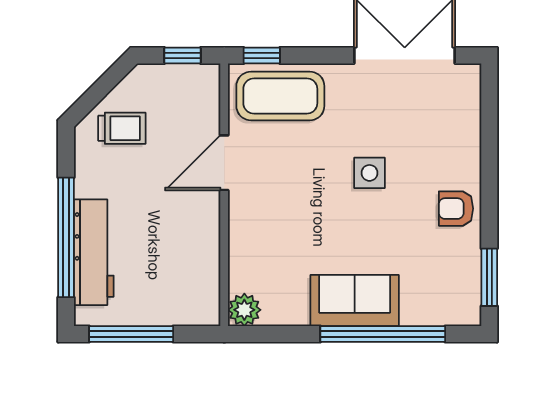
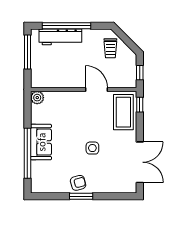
armchair: (456, 209) -> (78, 183), turned 75
window: (489, 277) -> (81, 196), moved

